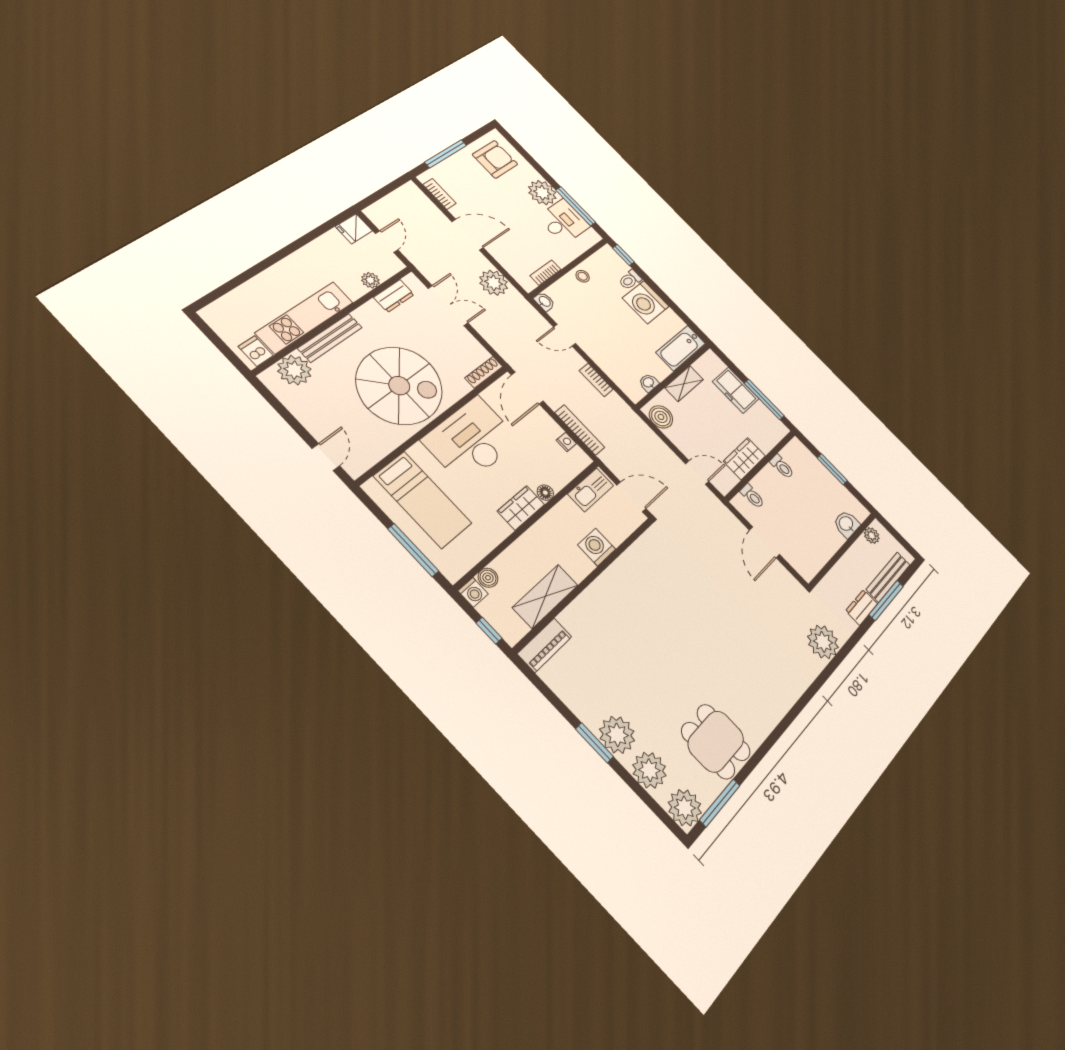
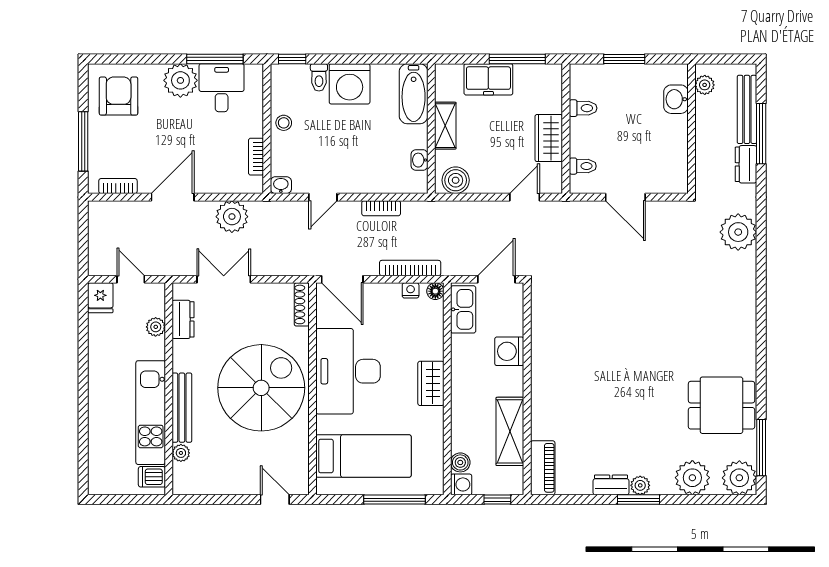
plant: (294, 370) -> (181, 453), width x0.53, depth x0.53
floor lamp: (545, 493) -> (435, 291), moved
dresser: (584, 711) -> (611, 485), added
plant: (617, 735) -> (640, 485), width x0.53, depth x0.53

